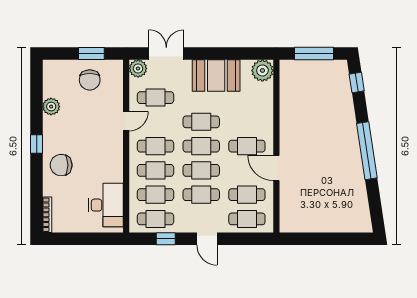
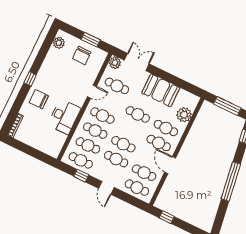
plant: (262, 70) -> (184, 115), moved
plant: (51, 107) -> (59, 43), moved
cafe table: (201, 146) -> (166, 128), moved
desk: (106, 205) -> (64, 117), moved
window: (305, 239) -> (167, 217), added

